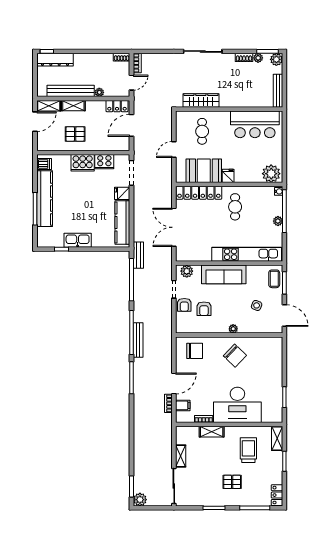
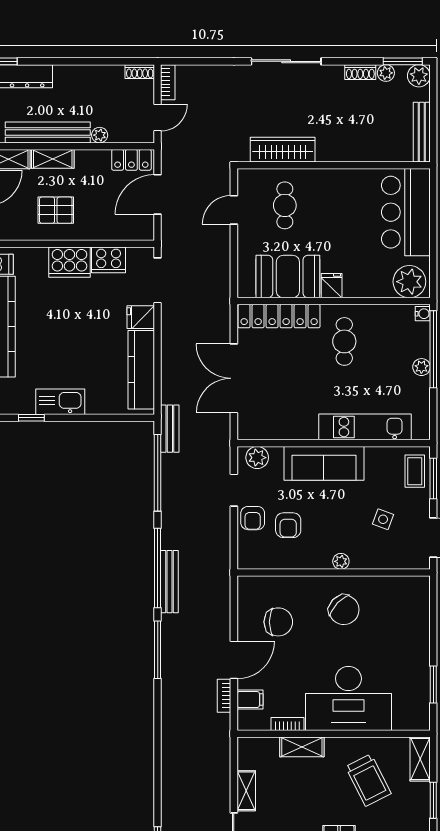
bar counter: (255, 124) -> (406, 212), moved, turned 90
door: (174, 150) -> (234, 210), moved
kitchen unit: (247, 254) -> (365, 427), width x0.73
chair: (195, 351) -> (278, 622), moved
trolley: (248, 450) -> (368, 780), turned 153

